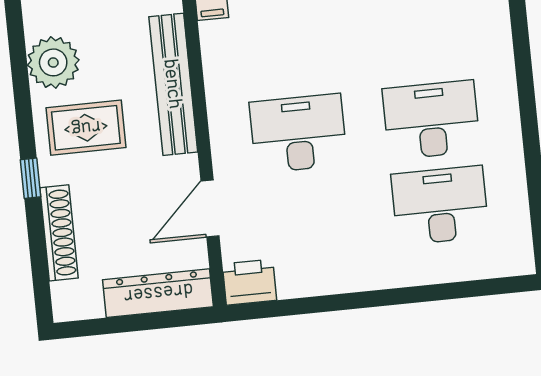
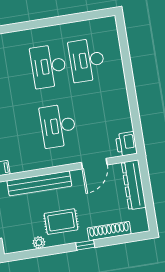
plant: (53, 62) -> (39, 243), width x0.53, depth x0.53
rug: (86, 128) -> (61, 222), turned 90
door: (210, 208) -> (94, 164), hinge flipped

